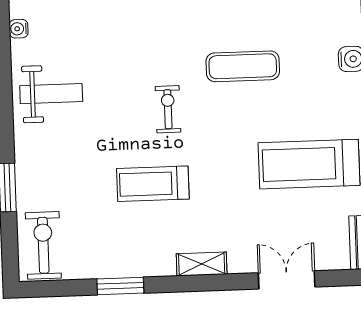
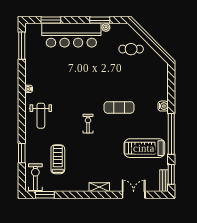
weight bench: (51, 94) -> (41, 116), turned 90
treadmill: (153, 184) -> (58, 159), moved, turned 90
window: (120, 286) -> (45, 195), moved

